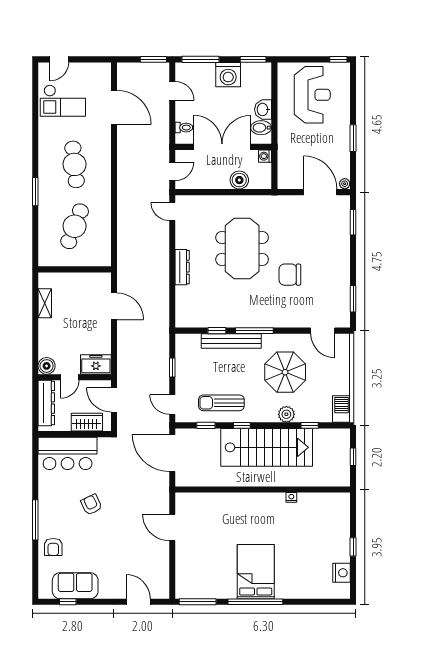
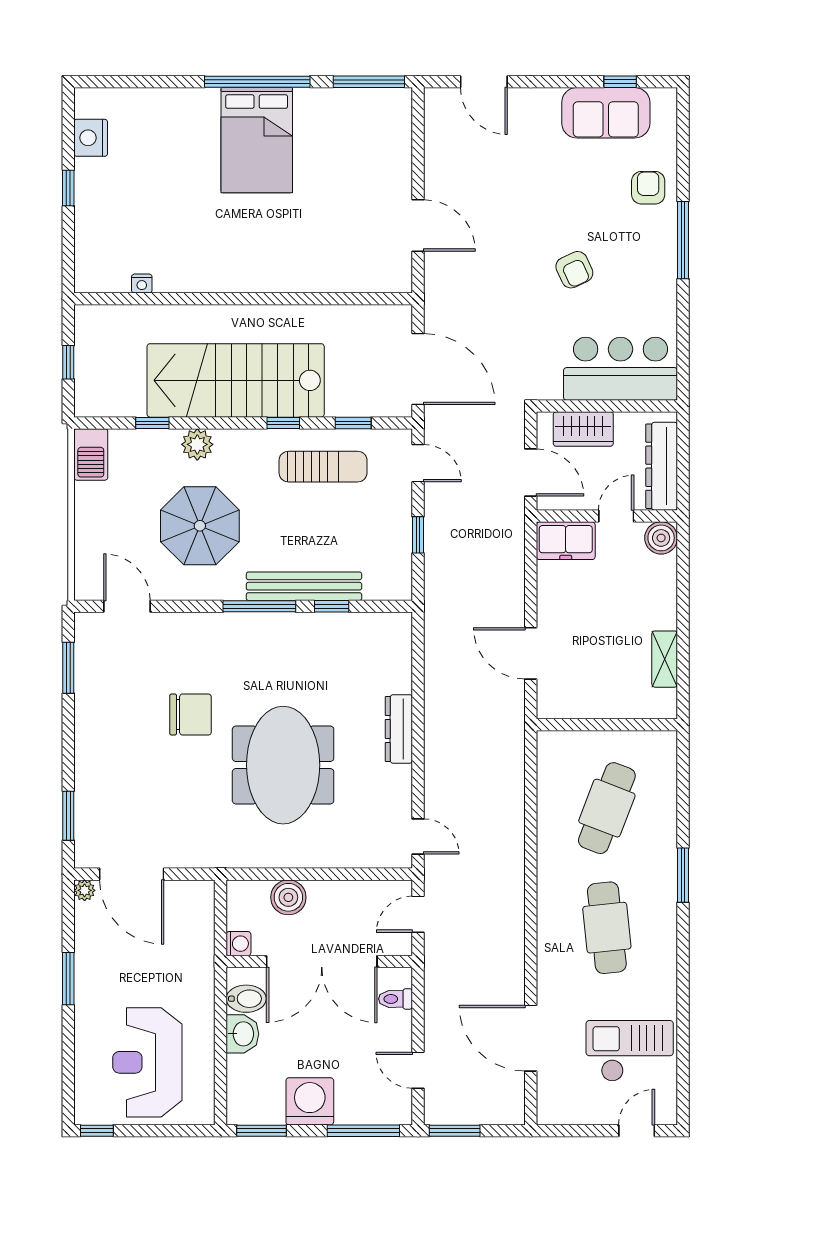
nightstand: (291, 497) -> (142, 284), moved

